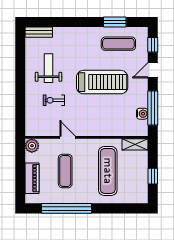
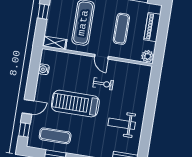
weight bench: (48, 68) -> (122, 124), turned 90
exercise bike: (54, 100) -> (103, 84), moved
window: (153, 108) -> (33, 73), removed
door: (68, 137) -> (101, 57), moved

